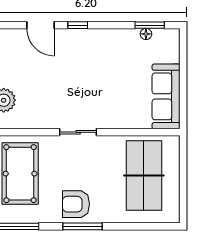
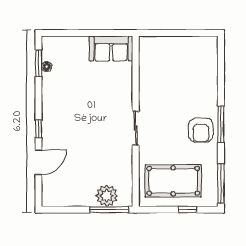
sofa: (166, 96) -> (111, 49), width x0.73
table tennis table: (144, 176) -> (175, 69), removed

